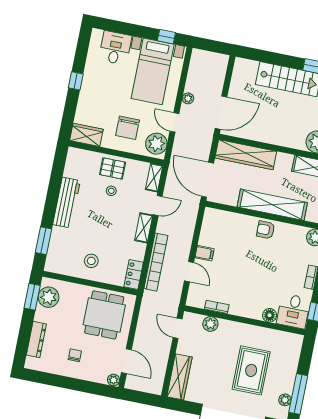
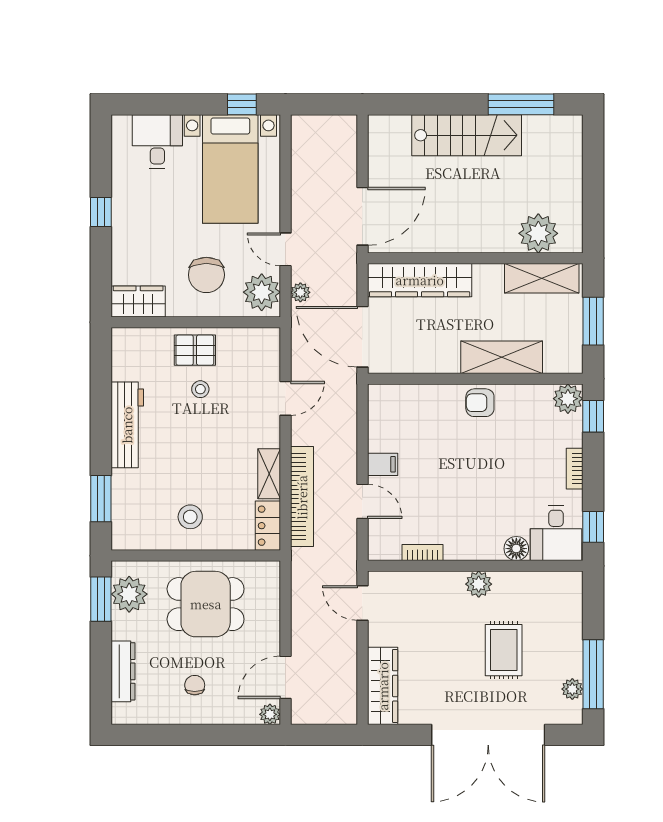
plant: (188, 98) -> (300, 292), moved
shelving: (154, 178) -> (270, 351), removed
shelving: (272, 205) -> (502, 357), width x0.68
shelving: (144, 228) -> (269, 474), moved
dining table: (104, 315) -> (206, 604), moved, turned 90
plant: (210, 324) -> (479, 584), moved
door: (126, 361) -> (285, 677), swing flipped
rug: (251, 370) -> (504, 650), width x0.73, depth x0.70

